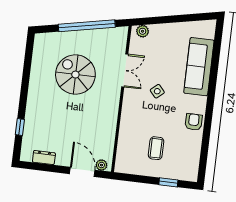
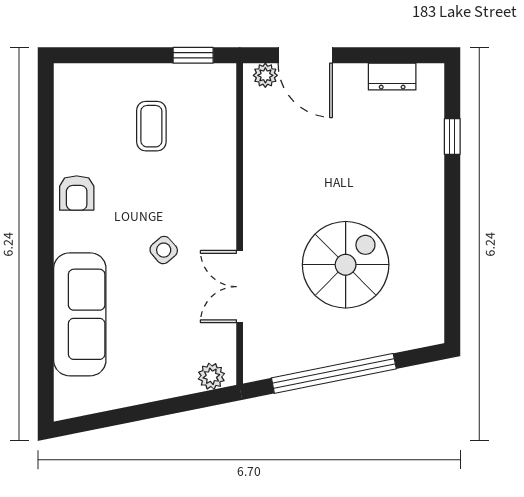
spiral stairs: (75, 75) -> (346, 265), turned -90
window: (168, 182) -> (193, 55), moved

